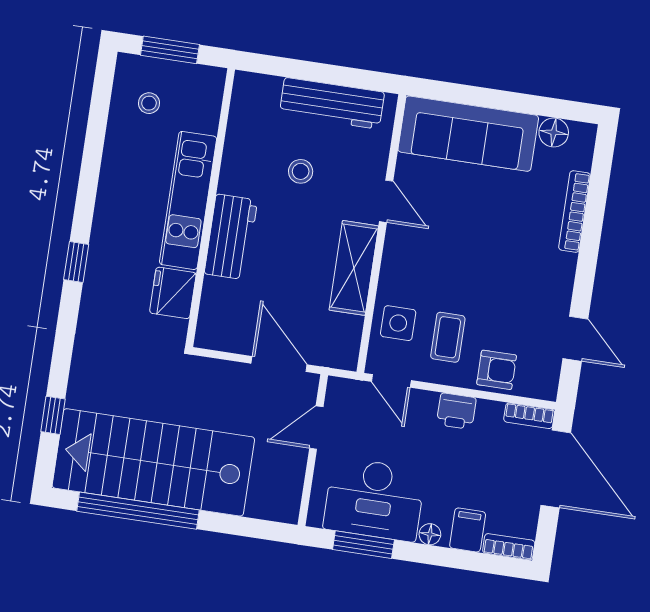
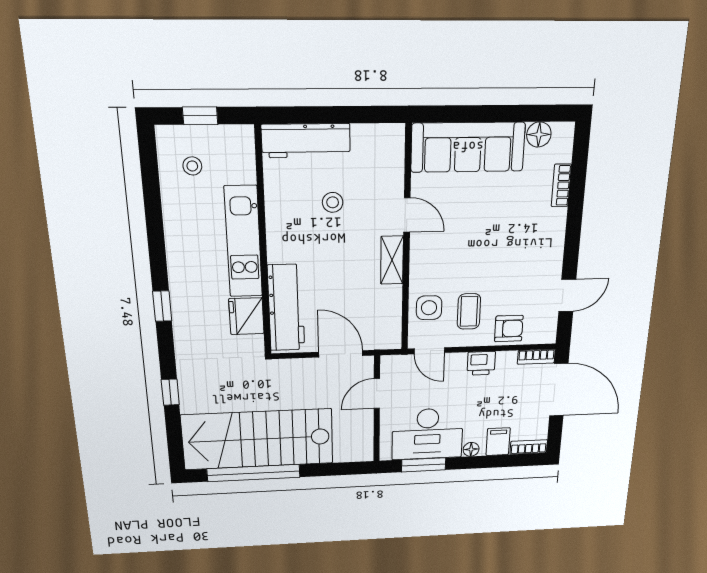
window: (170, 50) -> (200, 116), width x0.67
workbench: (332, 103) -> (306, 141), moved
bookcase: (575, 212) -> (561, 185), width x0.64
workbench: (231, 237) -> (286, 308), moved, width x1.38
shelving: (354, 268) -> (392, 260), width x0.67, depth x0.75
door: (575, 339) -> (567, 295), hinge flipped
window: (53, 415) -> (170, 392), moved

